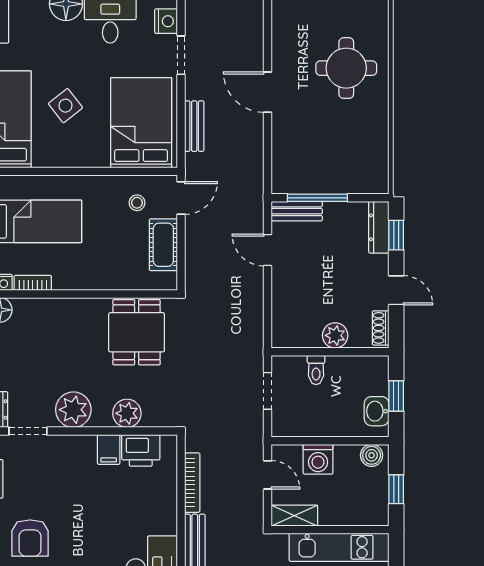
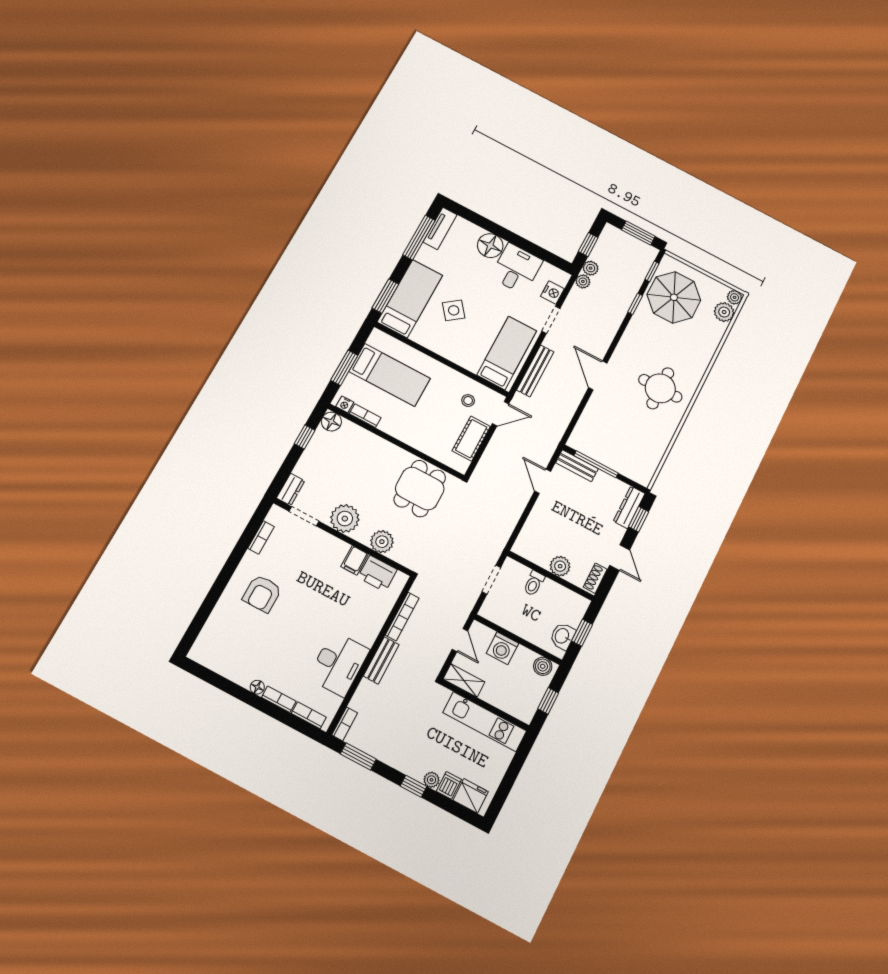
bed: (141, 123) -> (507, 353), width x0.67
bench: (194, 126) -> (535, 371), width x1.36

